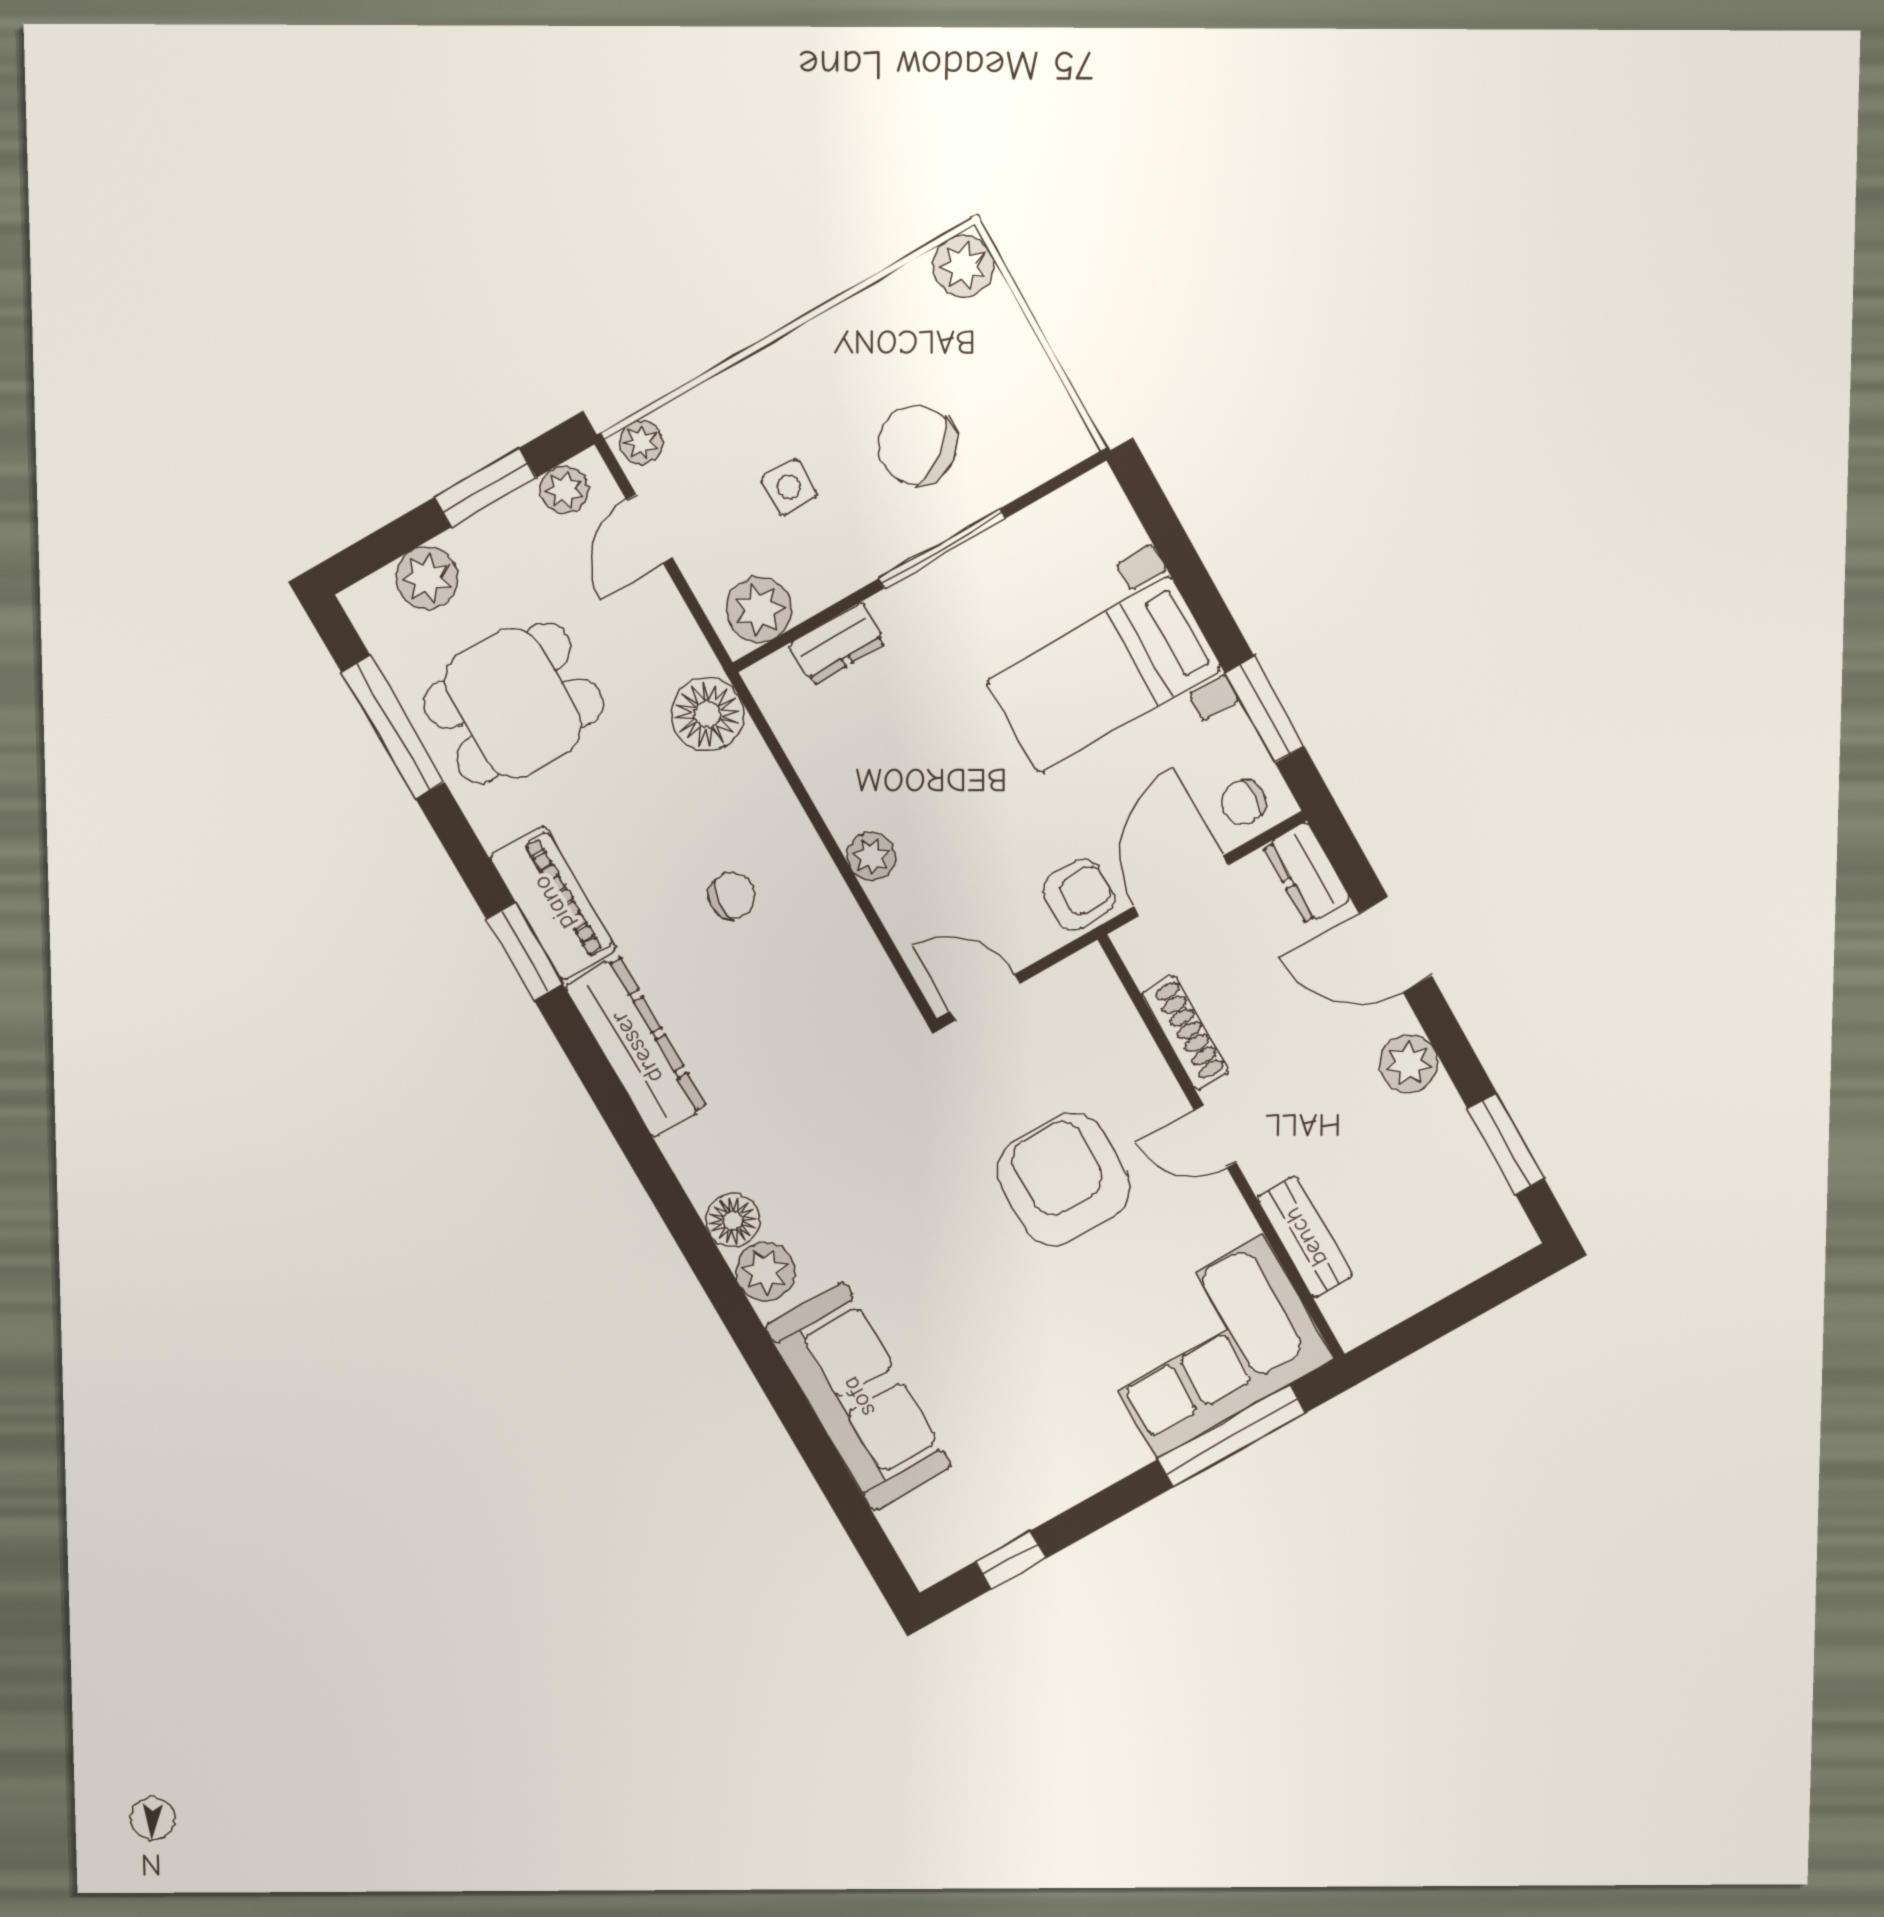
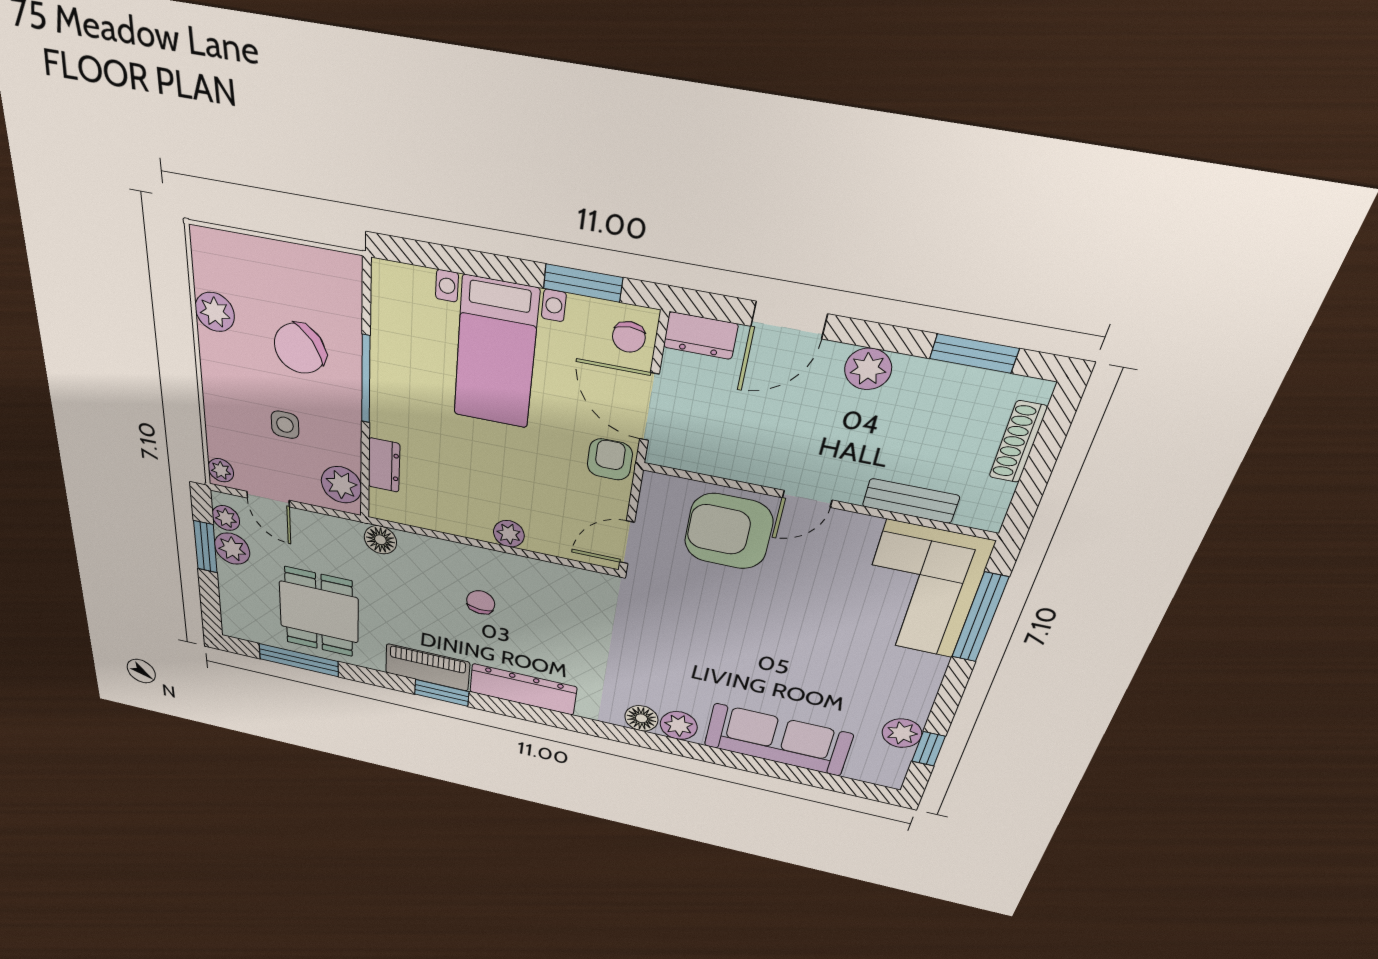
plant: (963, 266) -> (215, 312), moved
plant: (427, 578) -> (232, 549), moved
floor lamp: (707, 714) -> (380, 540), width x0.73, depth x0.73
shoe rack: (1185, 1033) -> (1018, 442), moved, turned -90
armchair: (1064, 1180) -> (728, 531), moved
plant: (1005, 1513) -> (902, 733), added

